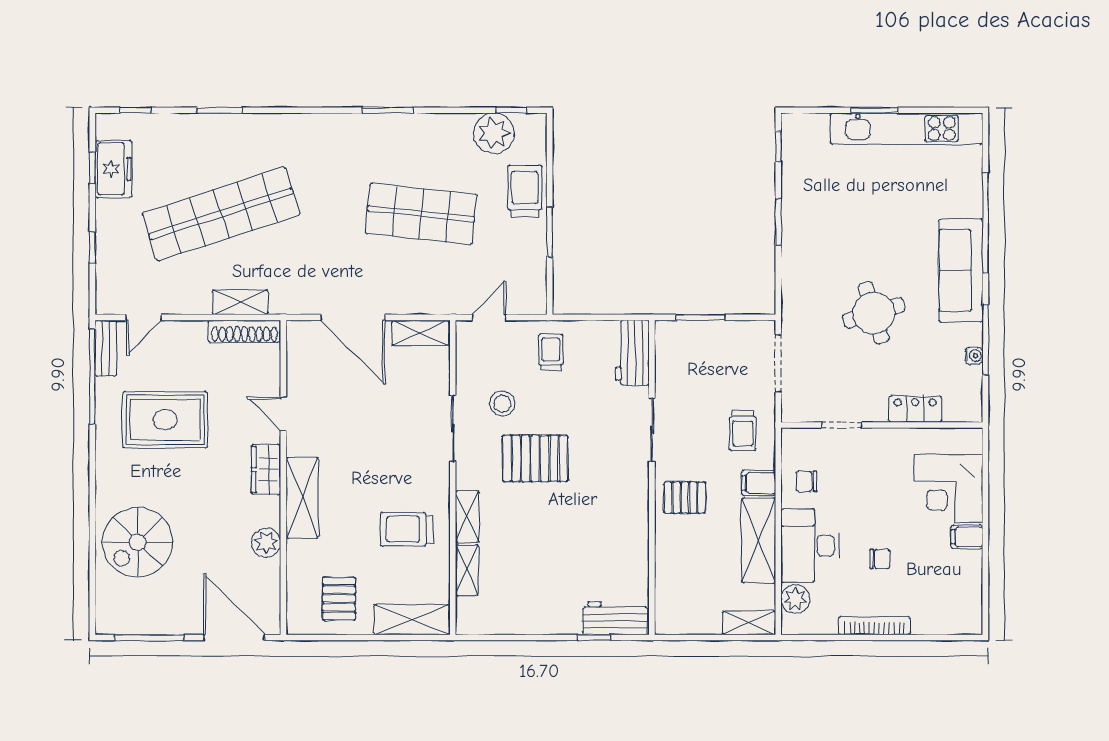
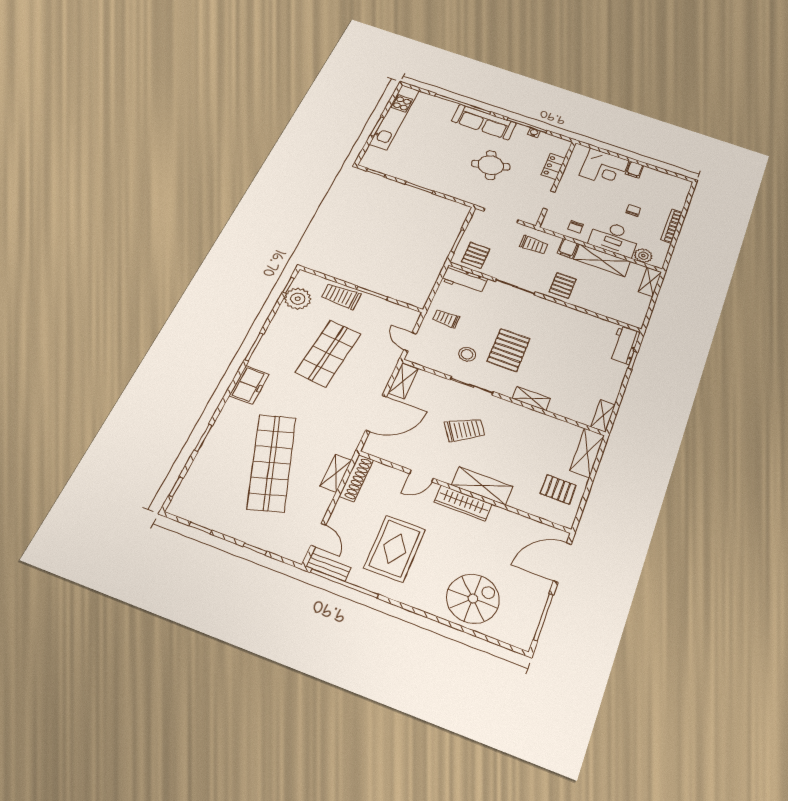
freezer: (114, 169) -> (249, 385), moved, turned 90
pallet: (684, 353) -> (476, 255), added
wardrobe: (266, 469) -> (463, 503), width x1.50
trolley: (407, 529) -> (465, 430), moved, turned -122
spiral stairs: (138, 542) -> (473, 599), turned -90
plant: (266, 543) -> (504, 518), removed
shelving: (467, 570) -> (603, 416), moved, turned 90

